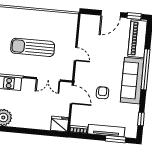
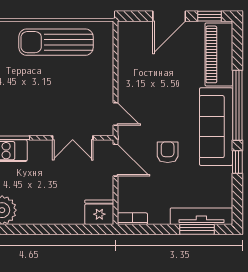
sun lounger: (33, 47) -> (56, 42), moved
door: (76, 54) -> (116, 114), moved
window: (141, 119) -> (237, 162), moved
tv unit: (106, 131) -> (201, 216), moved

